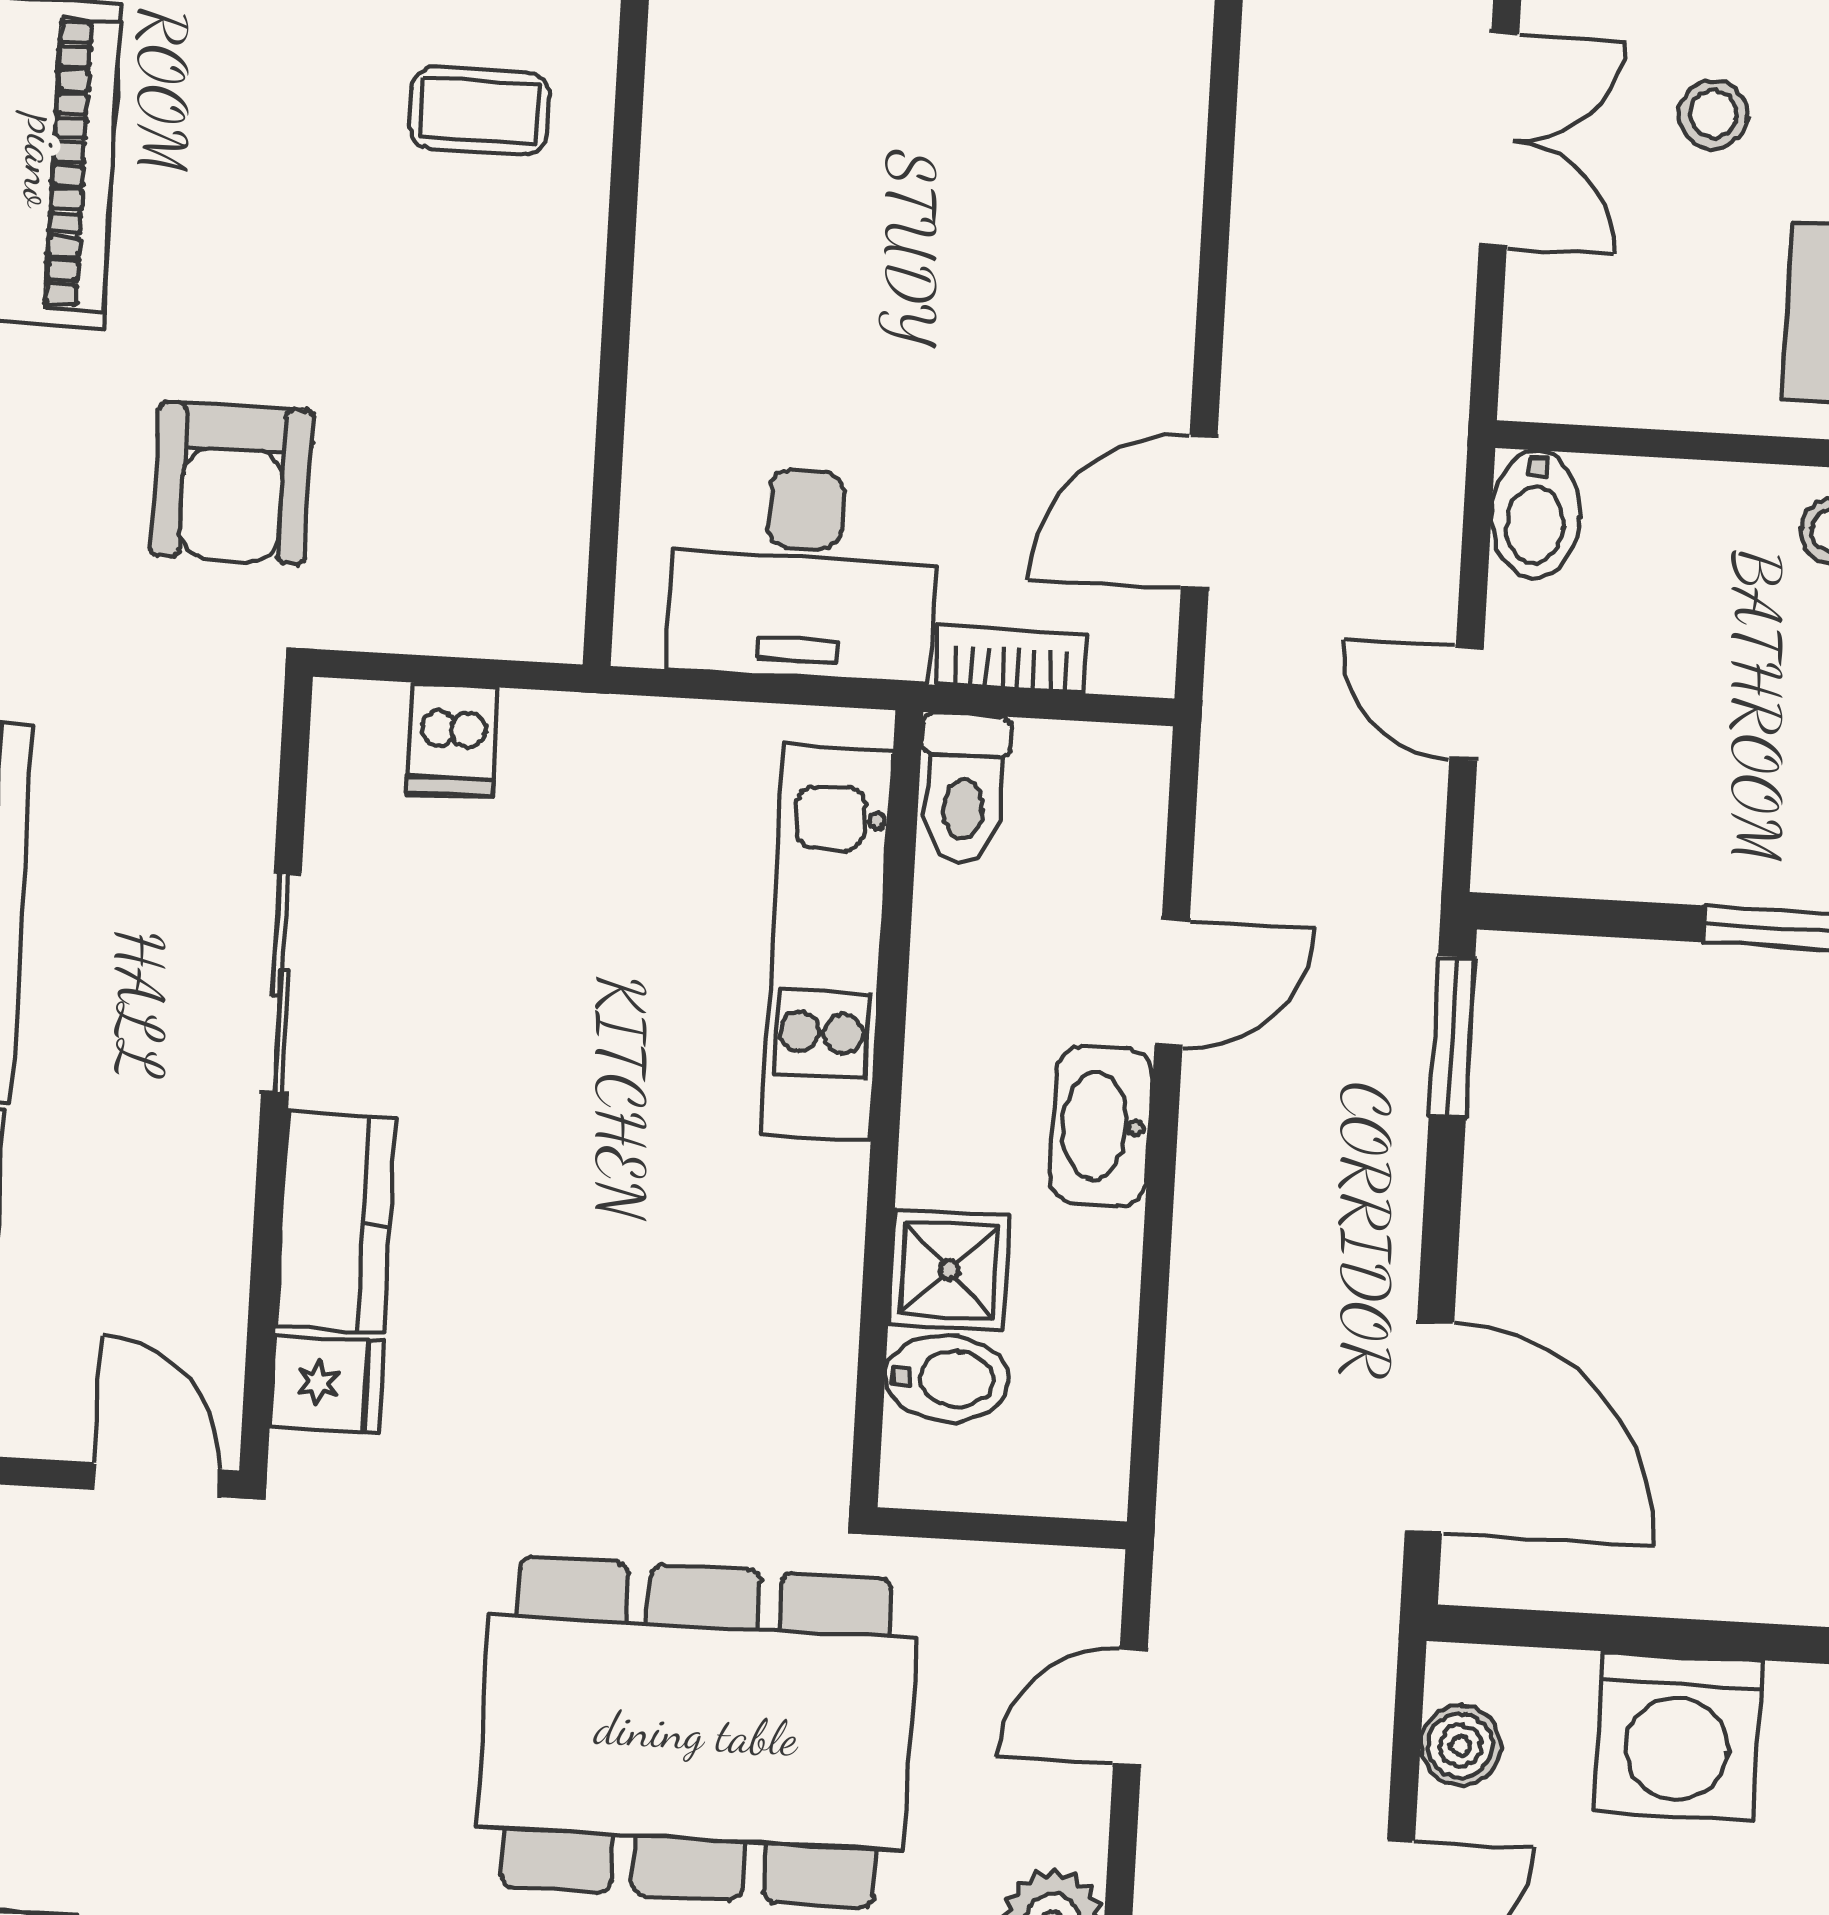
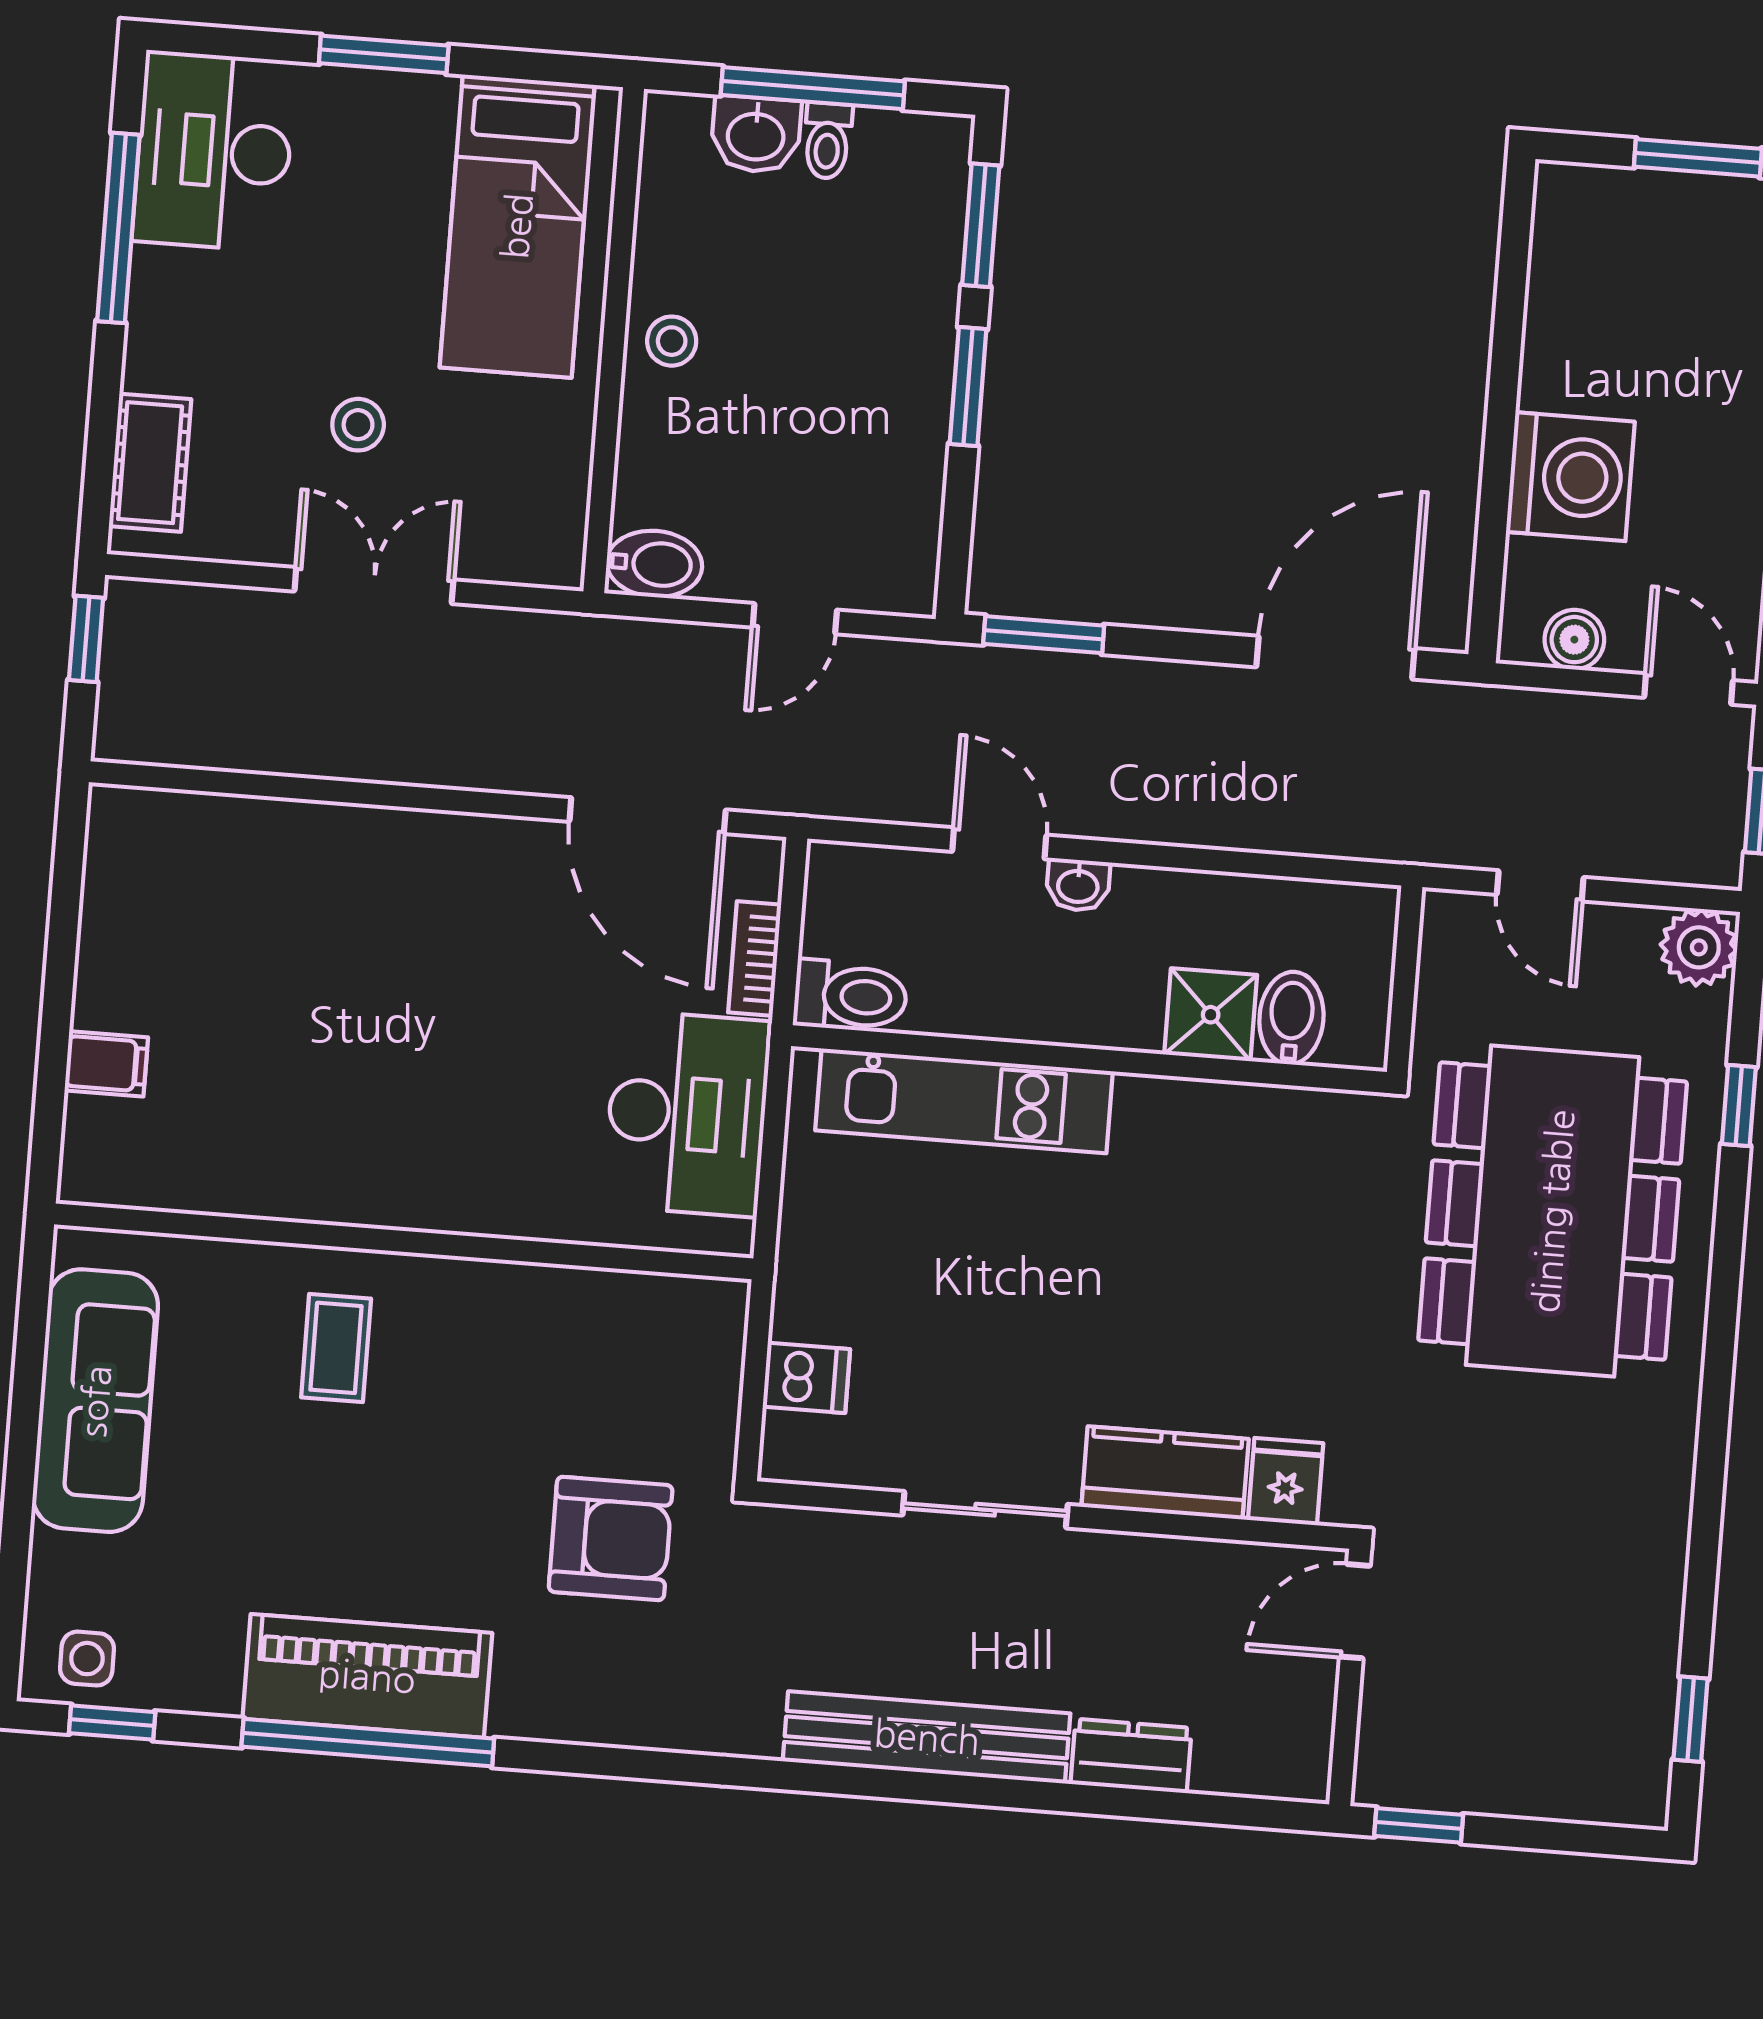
door: (1199, 512) -> (648, 816), width x1.36
washbasin: (1101, 1126) -> (1078, 885), width x0.52, depth x0.69

